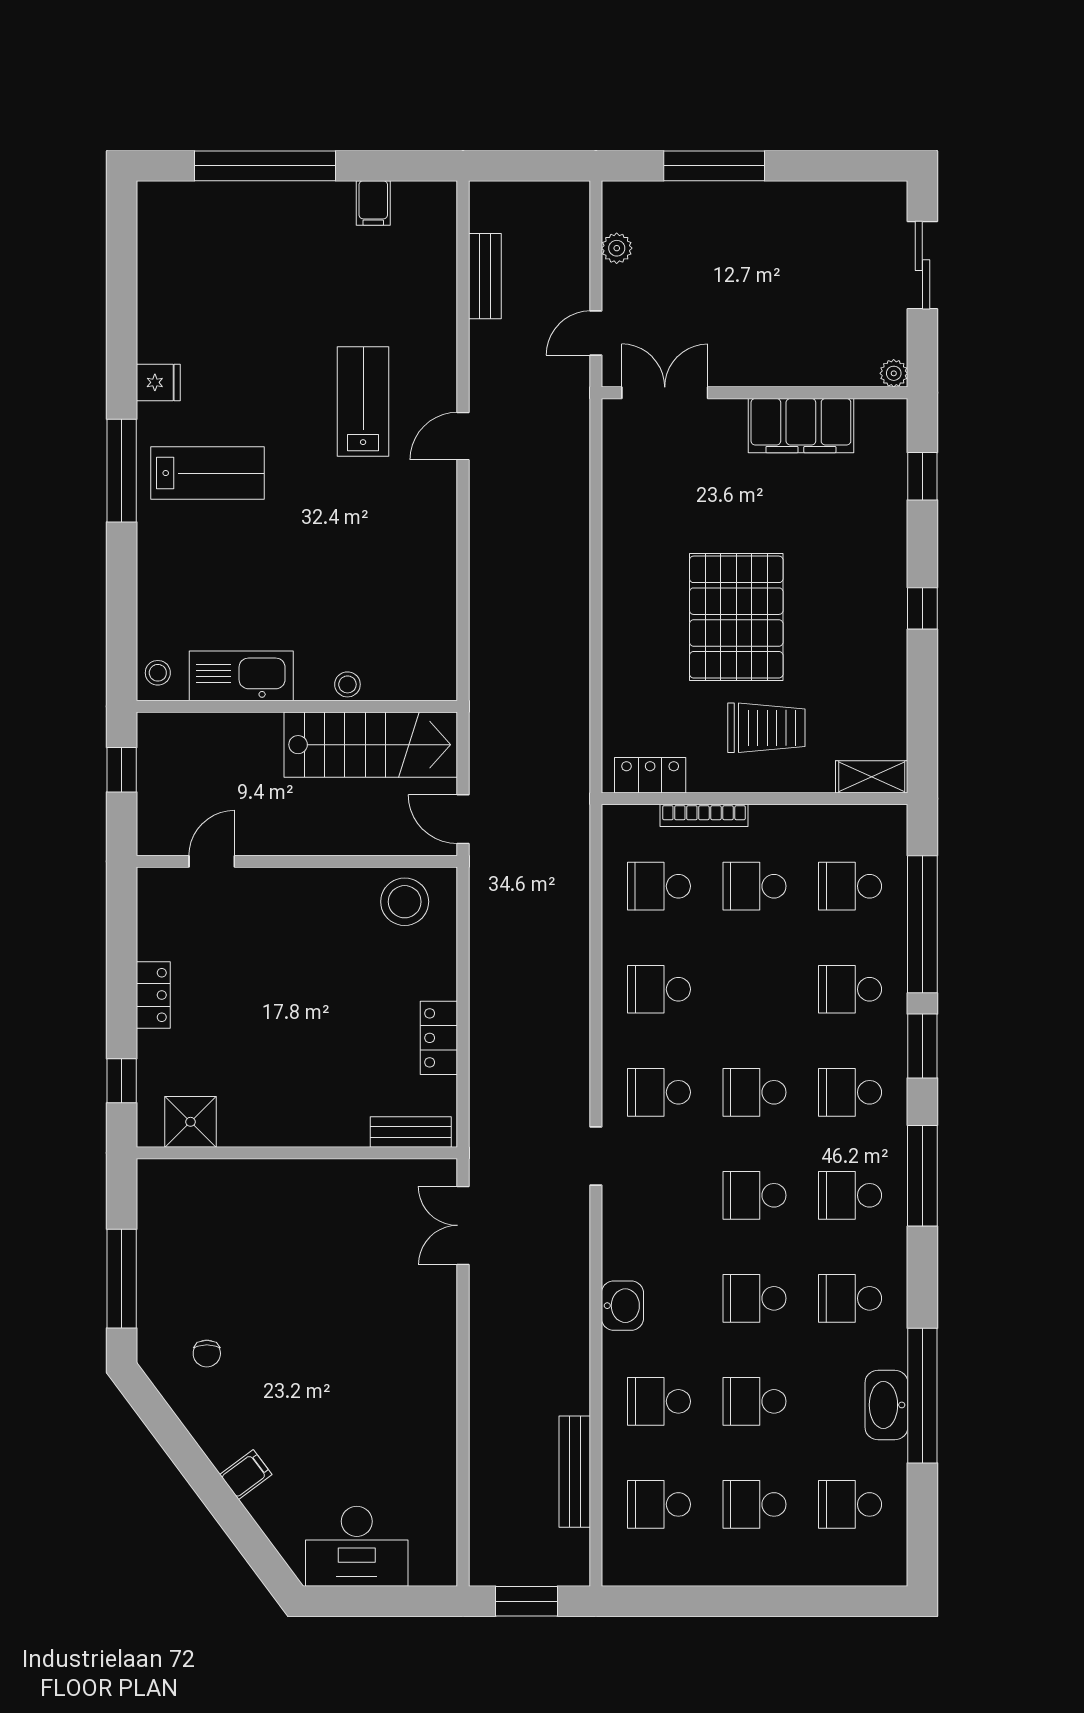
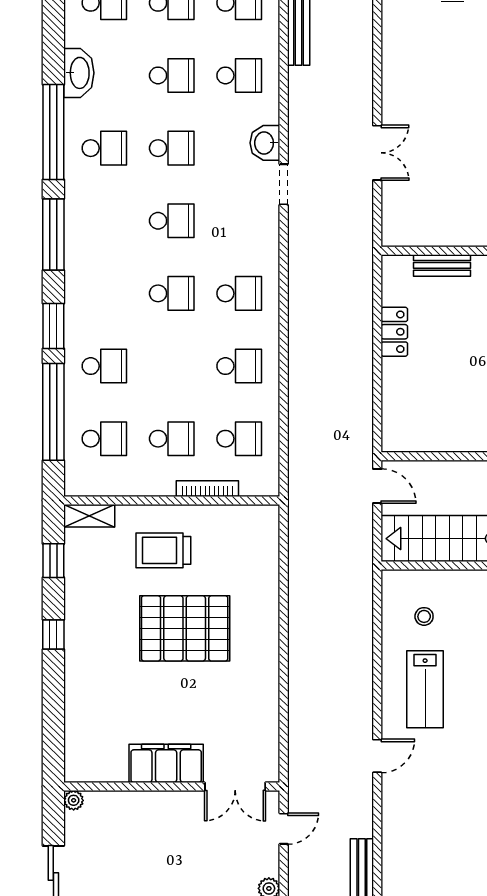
lab bench: (363, 402) -> (425, 689), moved
filing cabinet: (801, 426) -> (166, 763), moved
window: (922, 476) -> (53, 561), moved
pallet: (736, 617) -> (185, 628), turned 90
stool: (347, 684) -> (424, 616), moved
locker: (650, 775) -> (245, 517), removed
stool: (405, 902) -> (418, 428), removed
school desk: (850, 1092) -> (104, 293), removed
bench: (411, 1132) -> (442, 265), moved
doorway: (596, 1156) -> (284, 184), moved
school desk: (850, 1195) -> (104, 221), removed
double door: (463, 1225) -> (377, 153), moved
window: (922, 1396) -> (53, 132), moved

